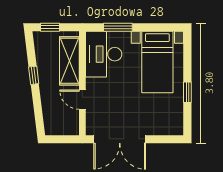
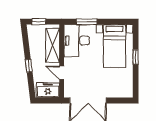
window: (34, 75) -> (29, 66), moved
window: (187, 92) -> (136, 57), moved
freezer: (63, 125) -> (48, 90), added

